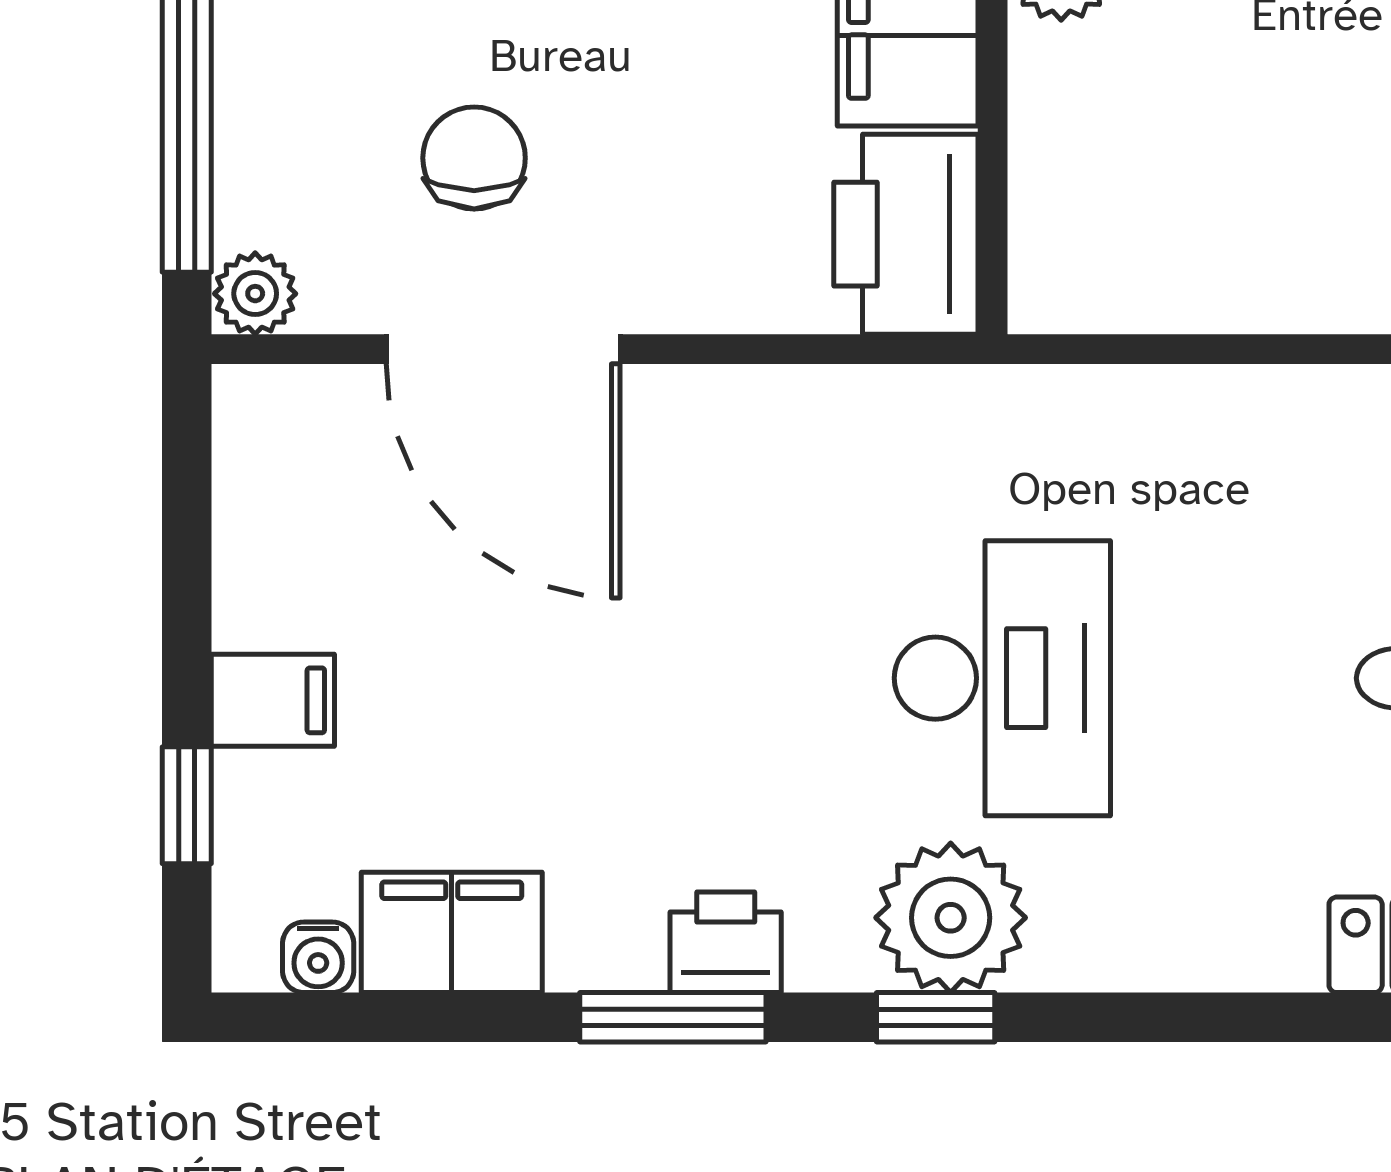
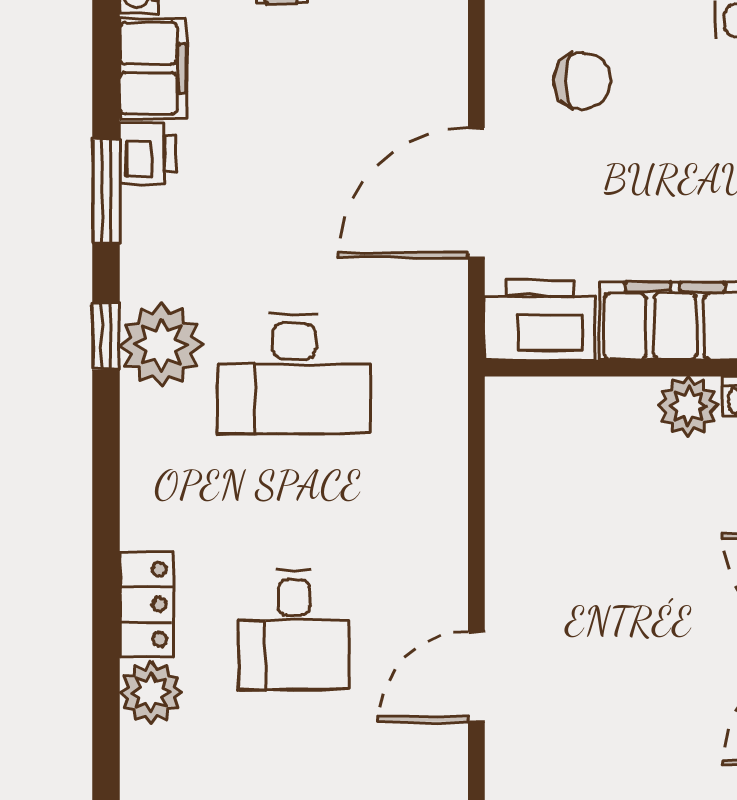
door: (503, 349) -> (476, 193), moved
printer: (726, 942) -> (148, 154), moved

